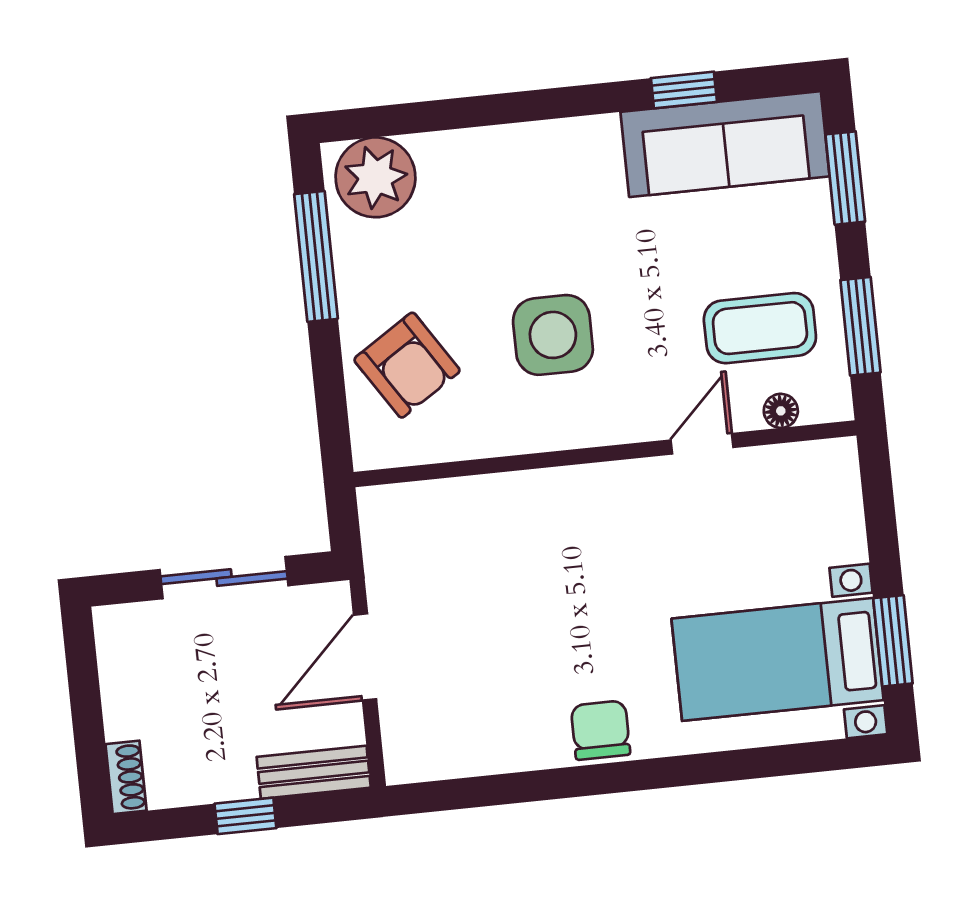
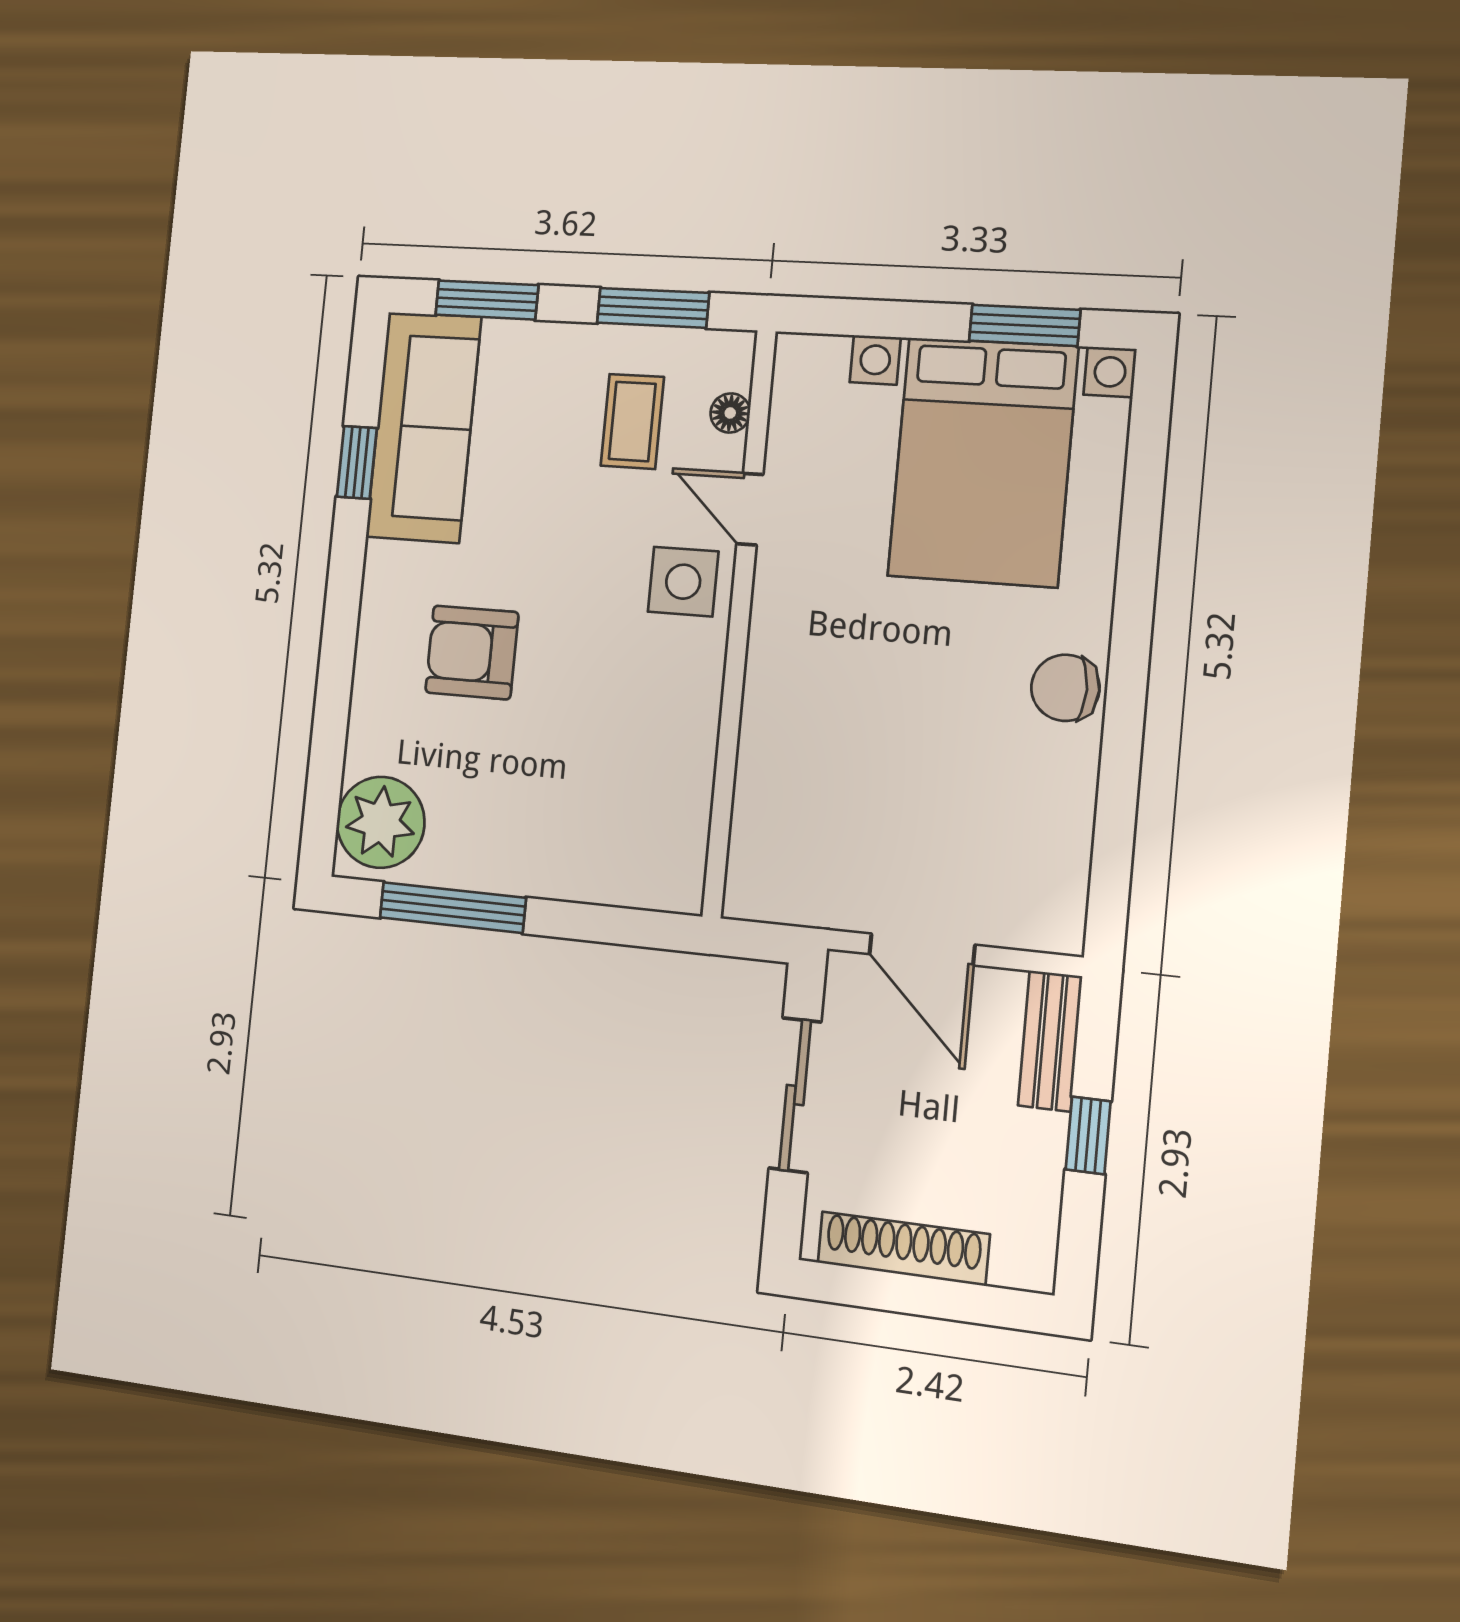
coffee table: (760, 328) -> (632, 421), width x0.73, depth x0.77
side table: (553, 335) -> (683, 582), moved, width x0.73, depth x0.73
armchair: (407, 365) -> (472, 652), moved, turned -147
bed with nightstands: (778, 659) -> (983, 462), width x1.36
shoe rack: (126, 777) -> (903, 1248), moved, width x1.94, depth x1.24

